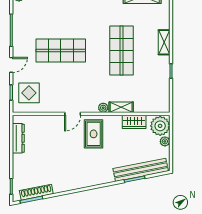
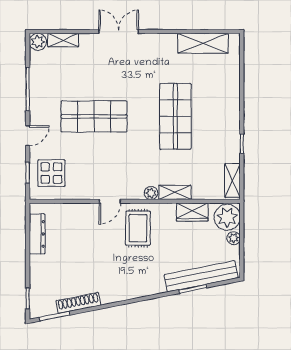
shelving: (164, 42) -> (233, 180), moved
shoe rack: (36, 192) -> (78, 303), moved

